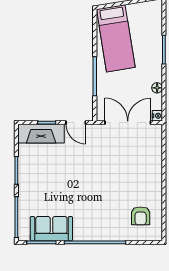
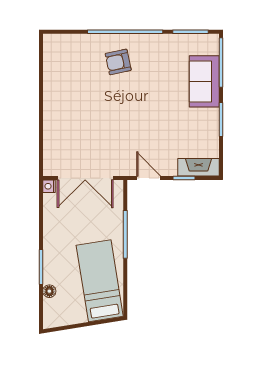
floor lamp: (157, 88) -> (49, 291), moved
fireplace: (41, 134) -> (199, 167), width x0.73, depth x0.76
armchair: (141, 216) -> (118, 62), moved, turned -102
sofa: (51, 229) -> (204, 81), moved, turned 90

